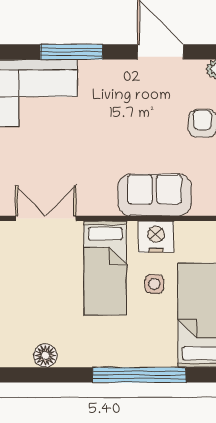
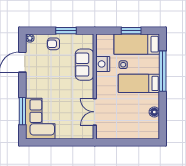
window: (71, 52) -> (22, 111), moved
bed: (105, 268) -> (139, 83), moved, turned 180

